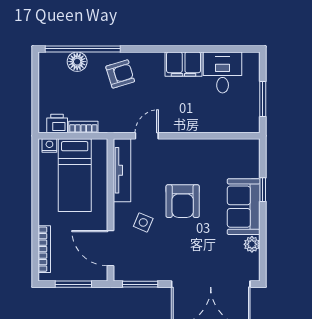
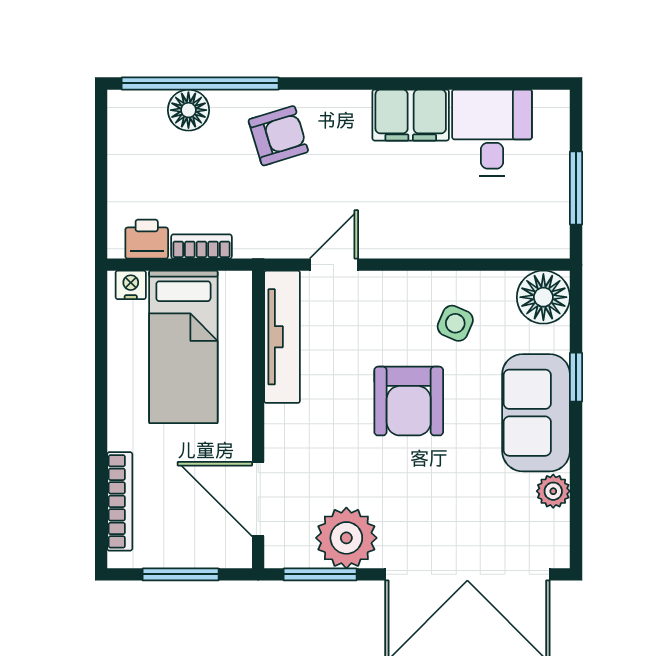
floor lamp: (247, 151) -> (543, 297), added
side table: (143, 222) -> (455, 323), moved
plant: (153, 267) -> (346, 538), added

